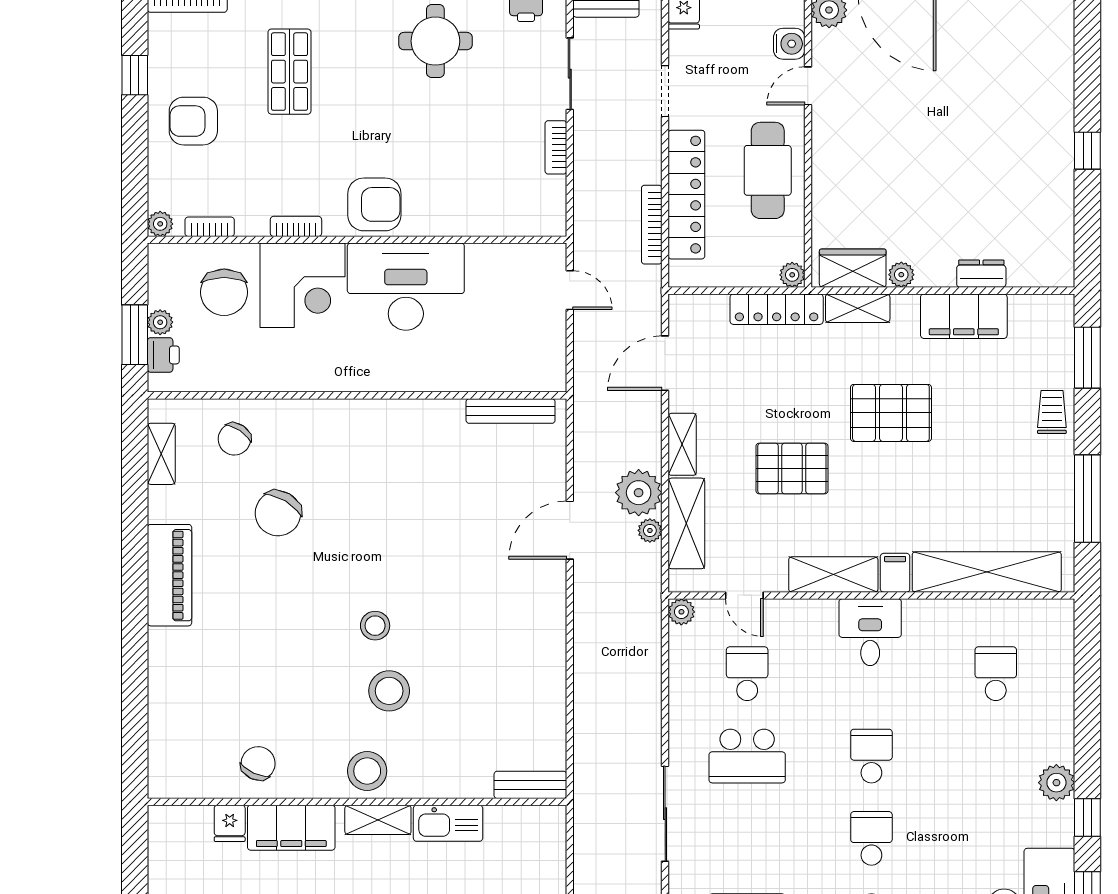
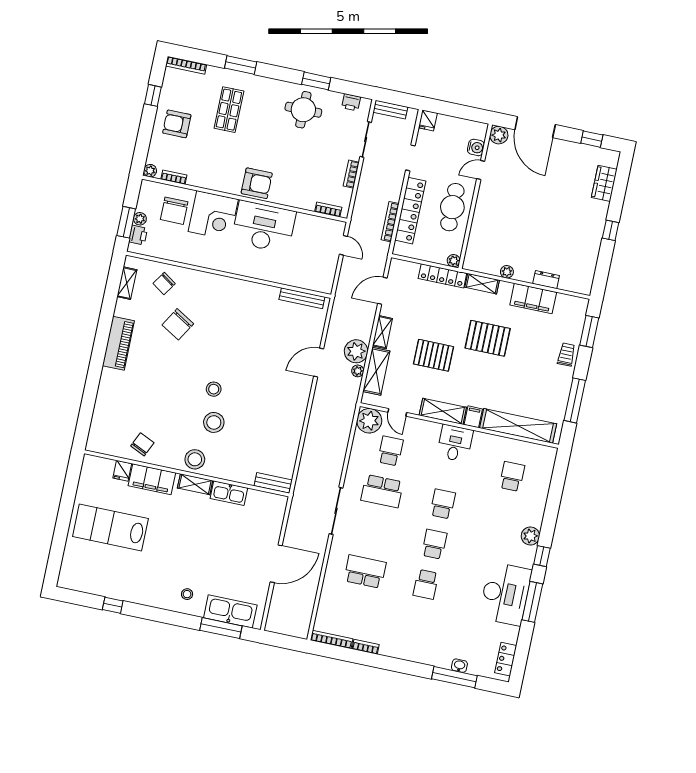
bookcase: (296, 226) -> (328, 210), moved
wardrobe: (853, 268) -> (604, 183), moved, turned -90
plant: (681, 612) -> (369, 421), width x1.87, depth x1.87

